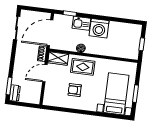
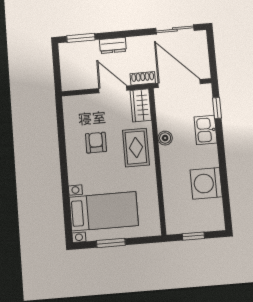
washing machine: (99, 28) -> (206, 183), moved
dresser: (15, 93) -> (113, 45), moved

